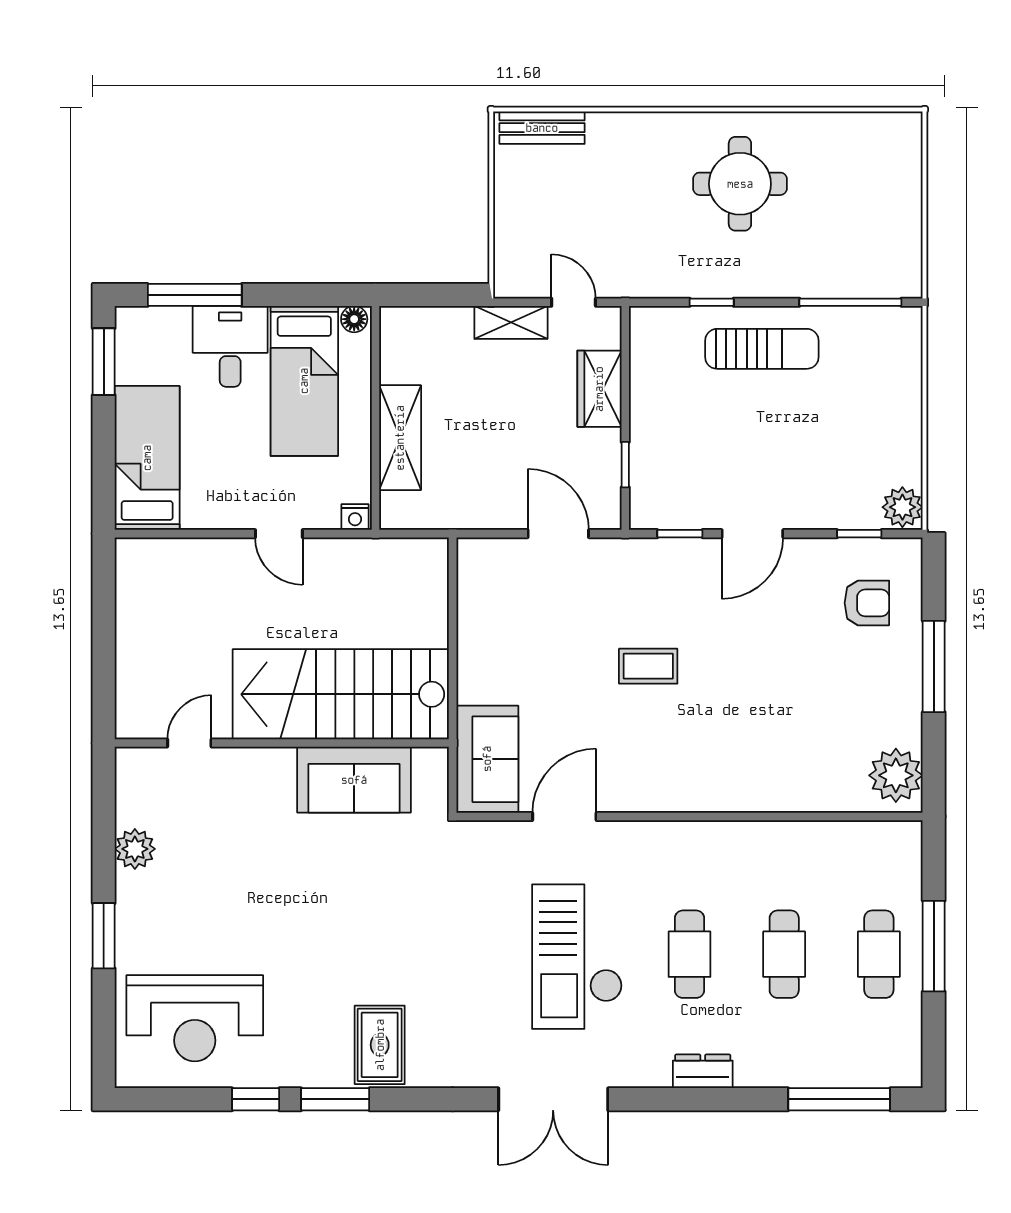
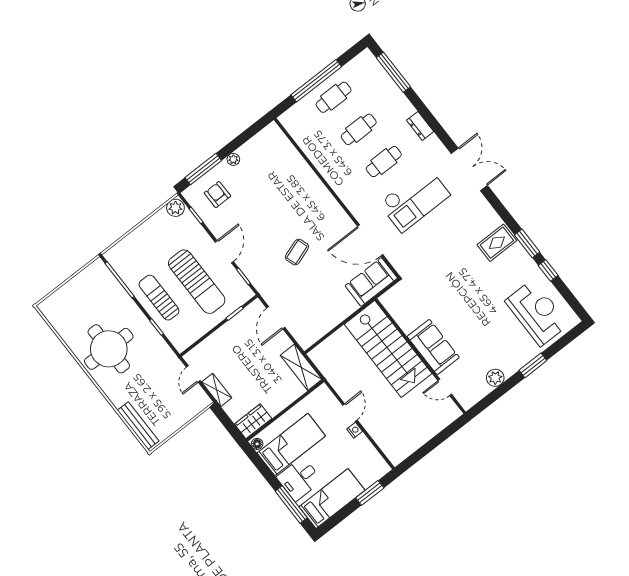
bench: (542, 128) -> (138, 426), width x1.36
round table: (740, 184) -> (109, 349), width x1.36, depth x1.36
window: (104, 362) -> (370, 493), moved
wardrobe: (599, 389) -> (253, 421), moved, turned 180
shelving: (400, 438) -> (301, 367), moved, turned 90
sun lounger: (737, 440) -> (197, 282), added
bed: (147, 458) -> (332, 499), moved, turned 180
nightstand: (355, 517) -> (355, 430), moved
door: (752, 534) -> (224, 252), hinge flipped
coffee table: (648, 666) -> (297, 252), turned 71
window: (934, 666) -> (203, 169), moved
plant: (896, 775) -> (233, 159), moved, width x0.53, depth x0.53
sofa: (354, 780) -> (433, 347), moved
door: (564, 816) -> (370, 241), width x1.36
window: (934, 946) -> (316, 81), width x1.46

